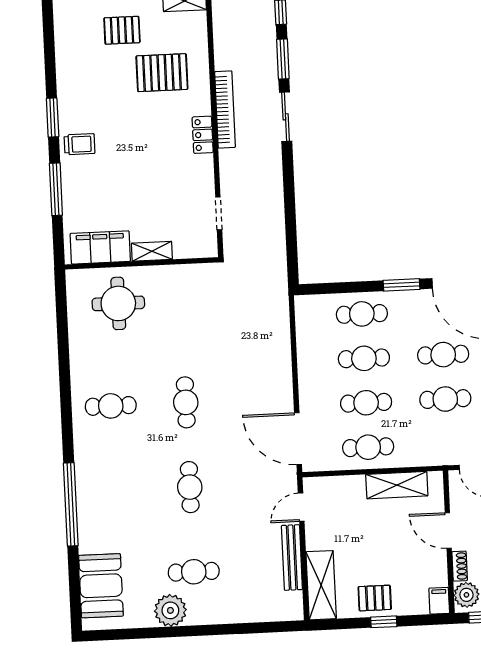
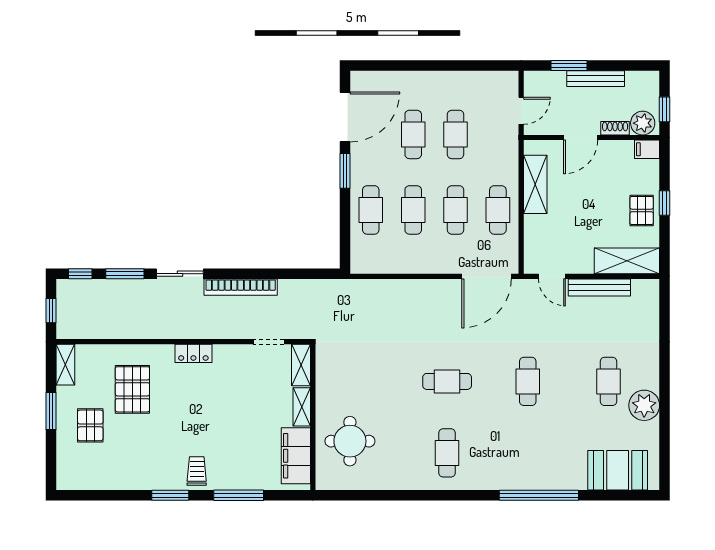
bookcase: (225, 109) -> (241, 287), moved, turned 180
shelving: (196, 248) -> (301, 365), added
cafe table: (190, 487) -> (528, 381), turned 90

